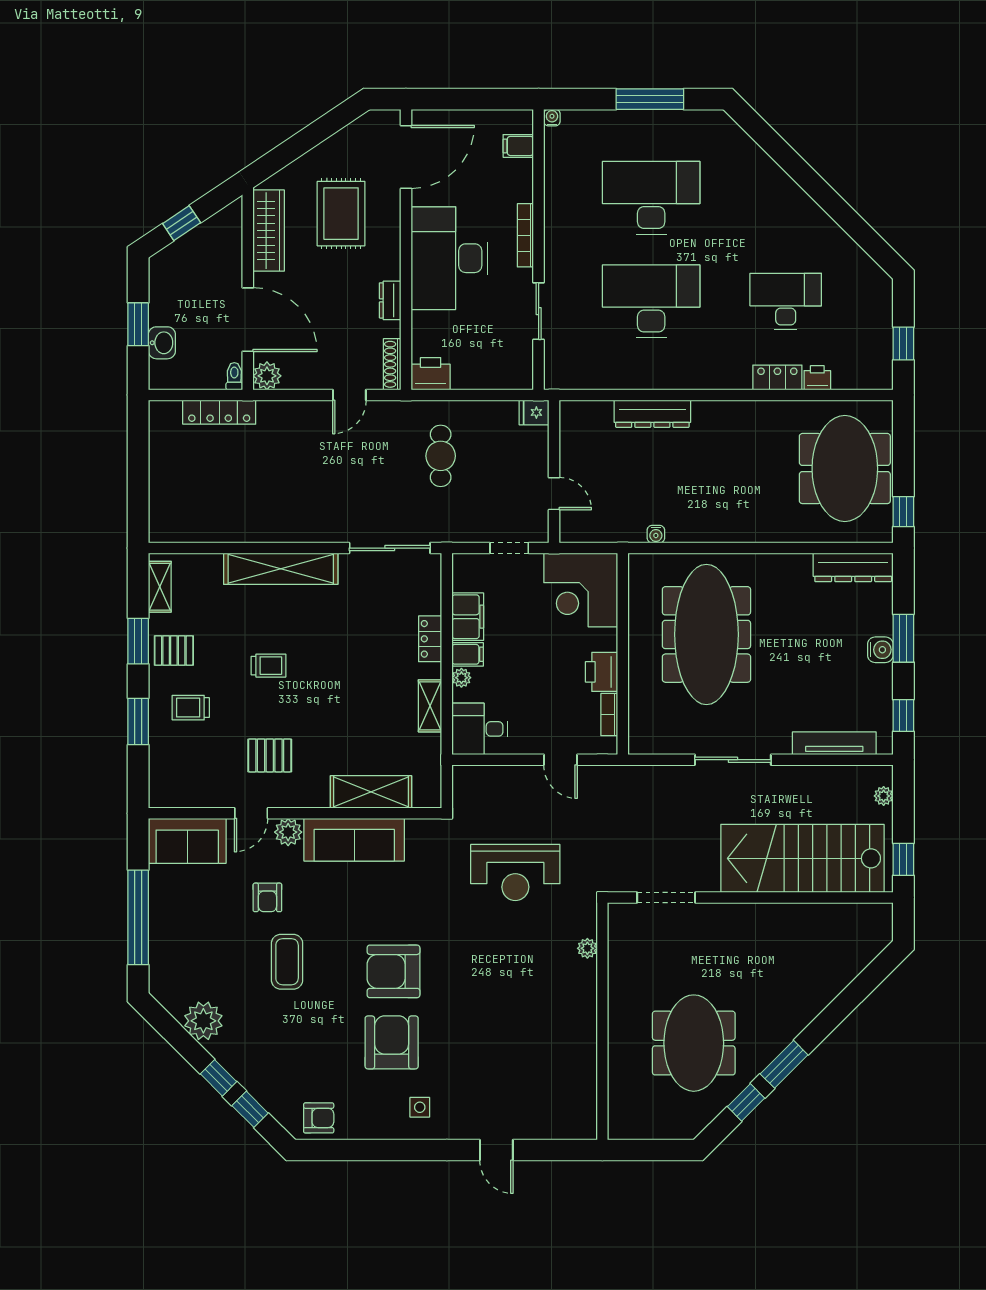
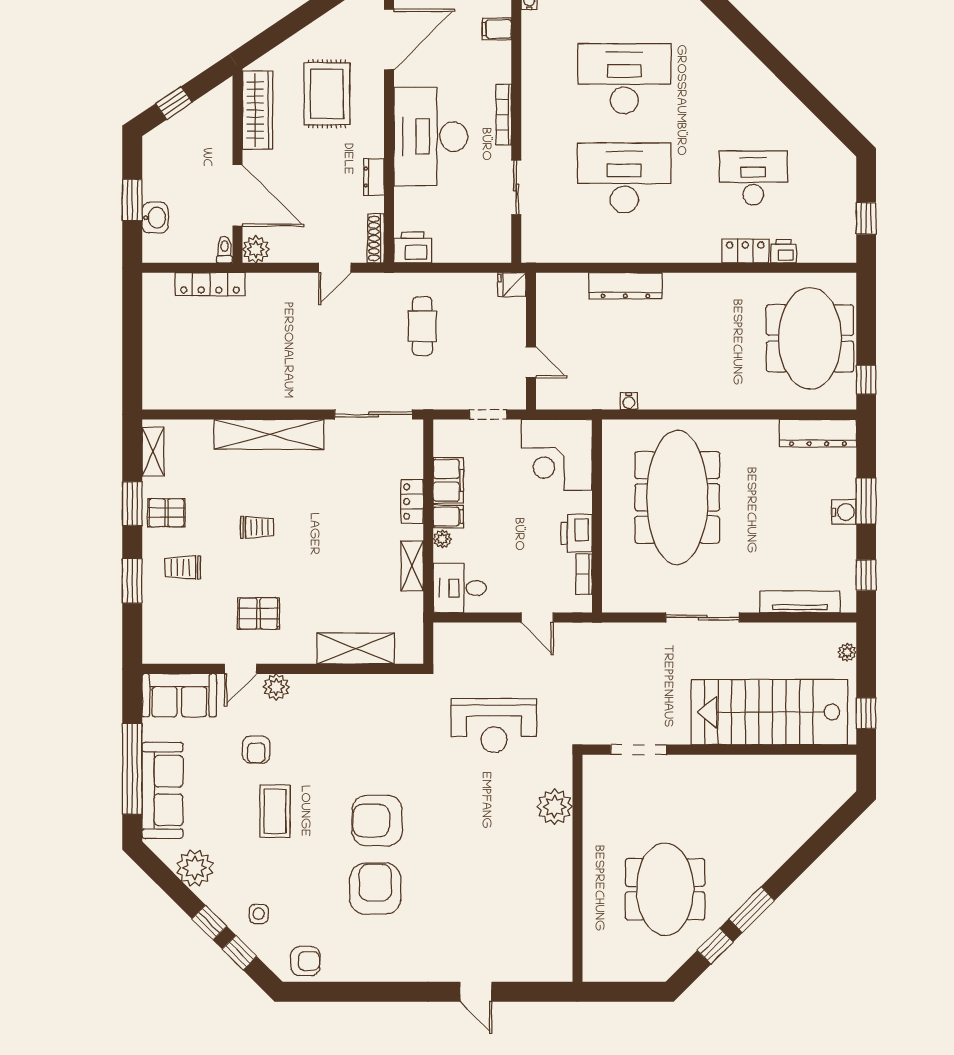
sofa: (354, 840) -> (162, 790), moved, turned -90
plant: (587, 948) -> (555, 807), width x1.87, depth x1.87
side table: (420, 1107) -> (259, 914), moved

